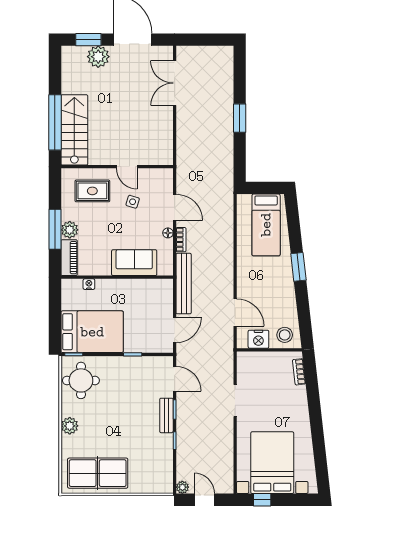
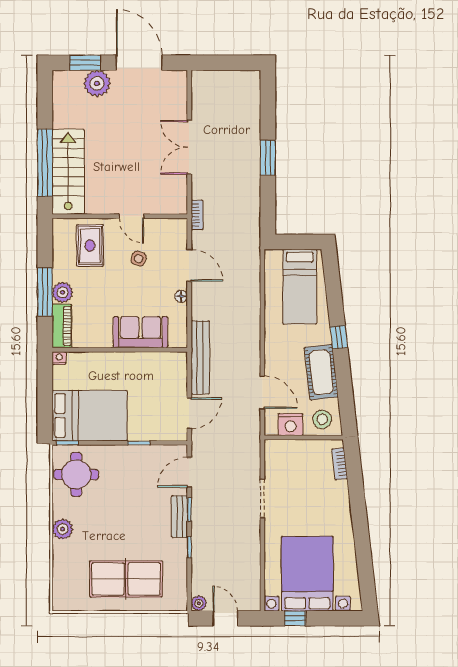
double door: (175, 83) -> (189, 147), moved
rug: (92, 191) -> (90, 246), turned 90
bookcase: (181, 240) -> (197, 215), moved
window: (298, 267) -> (339, 337), width x0.67
nightstand: (89, 284) -> (59, 358), moved
cot: (284, 296) -> (321, 372), added
door: (175, 379) -> (189, 472), swing flipped
table tennis table: (98, 473) -> (126, 579), moved

